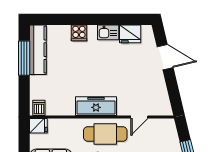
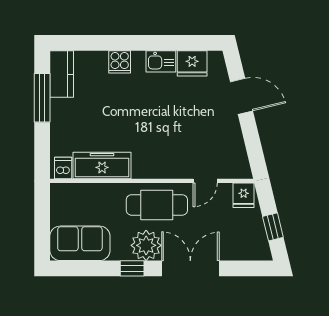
kitchen counter: (38, 50) -> (62, 74), width x0.67
freezer: (96, 106) -> (102, 166), moved
fridge: (38, 126) -> (244, 195), moved, turned 90

